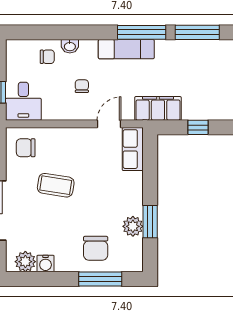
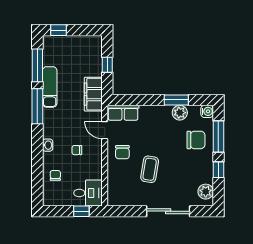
washbasin: (70, 46) -> (48, 145), moved
exam couch: (126, 49) -> (50, 87), moved
chair: (26, 148) -> (122, 152), moved
water cooler: (46, 263) -> (207, 111), moved
window: (55, 279) -> (218, 170), added

